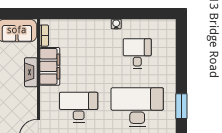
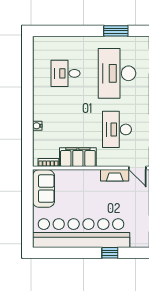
water cooler: (116, 24) -> (37, 126), moved
fireplace: (31, 72) -> (115, 175), moved

